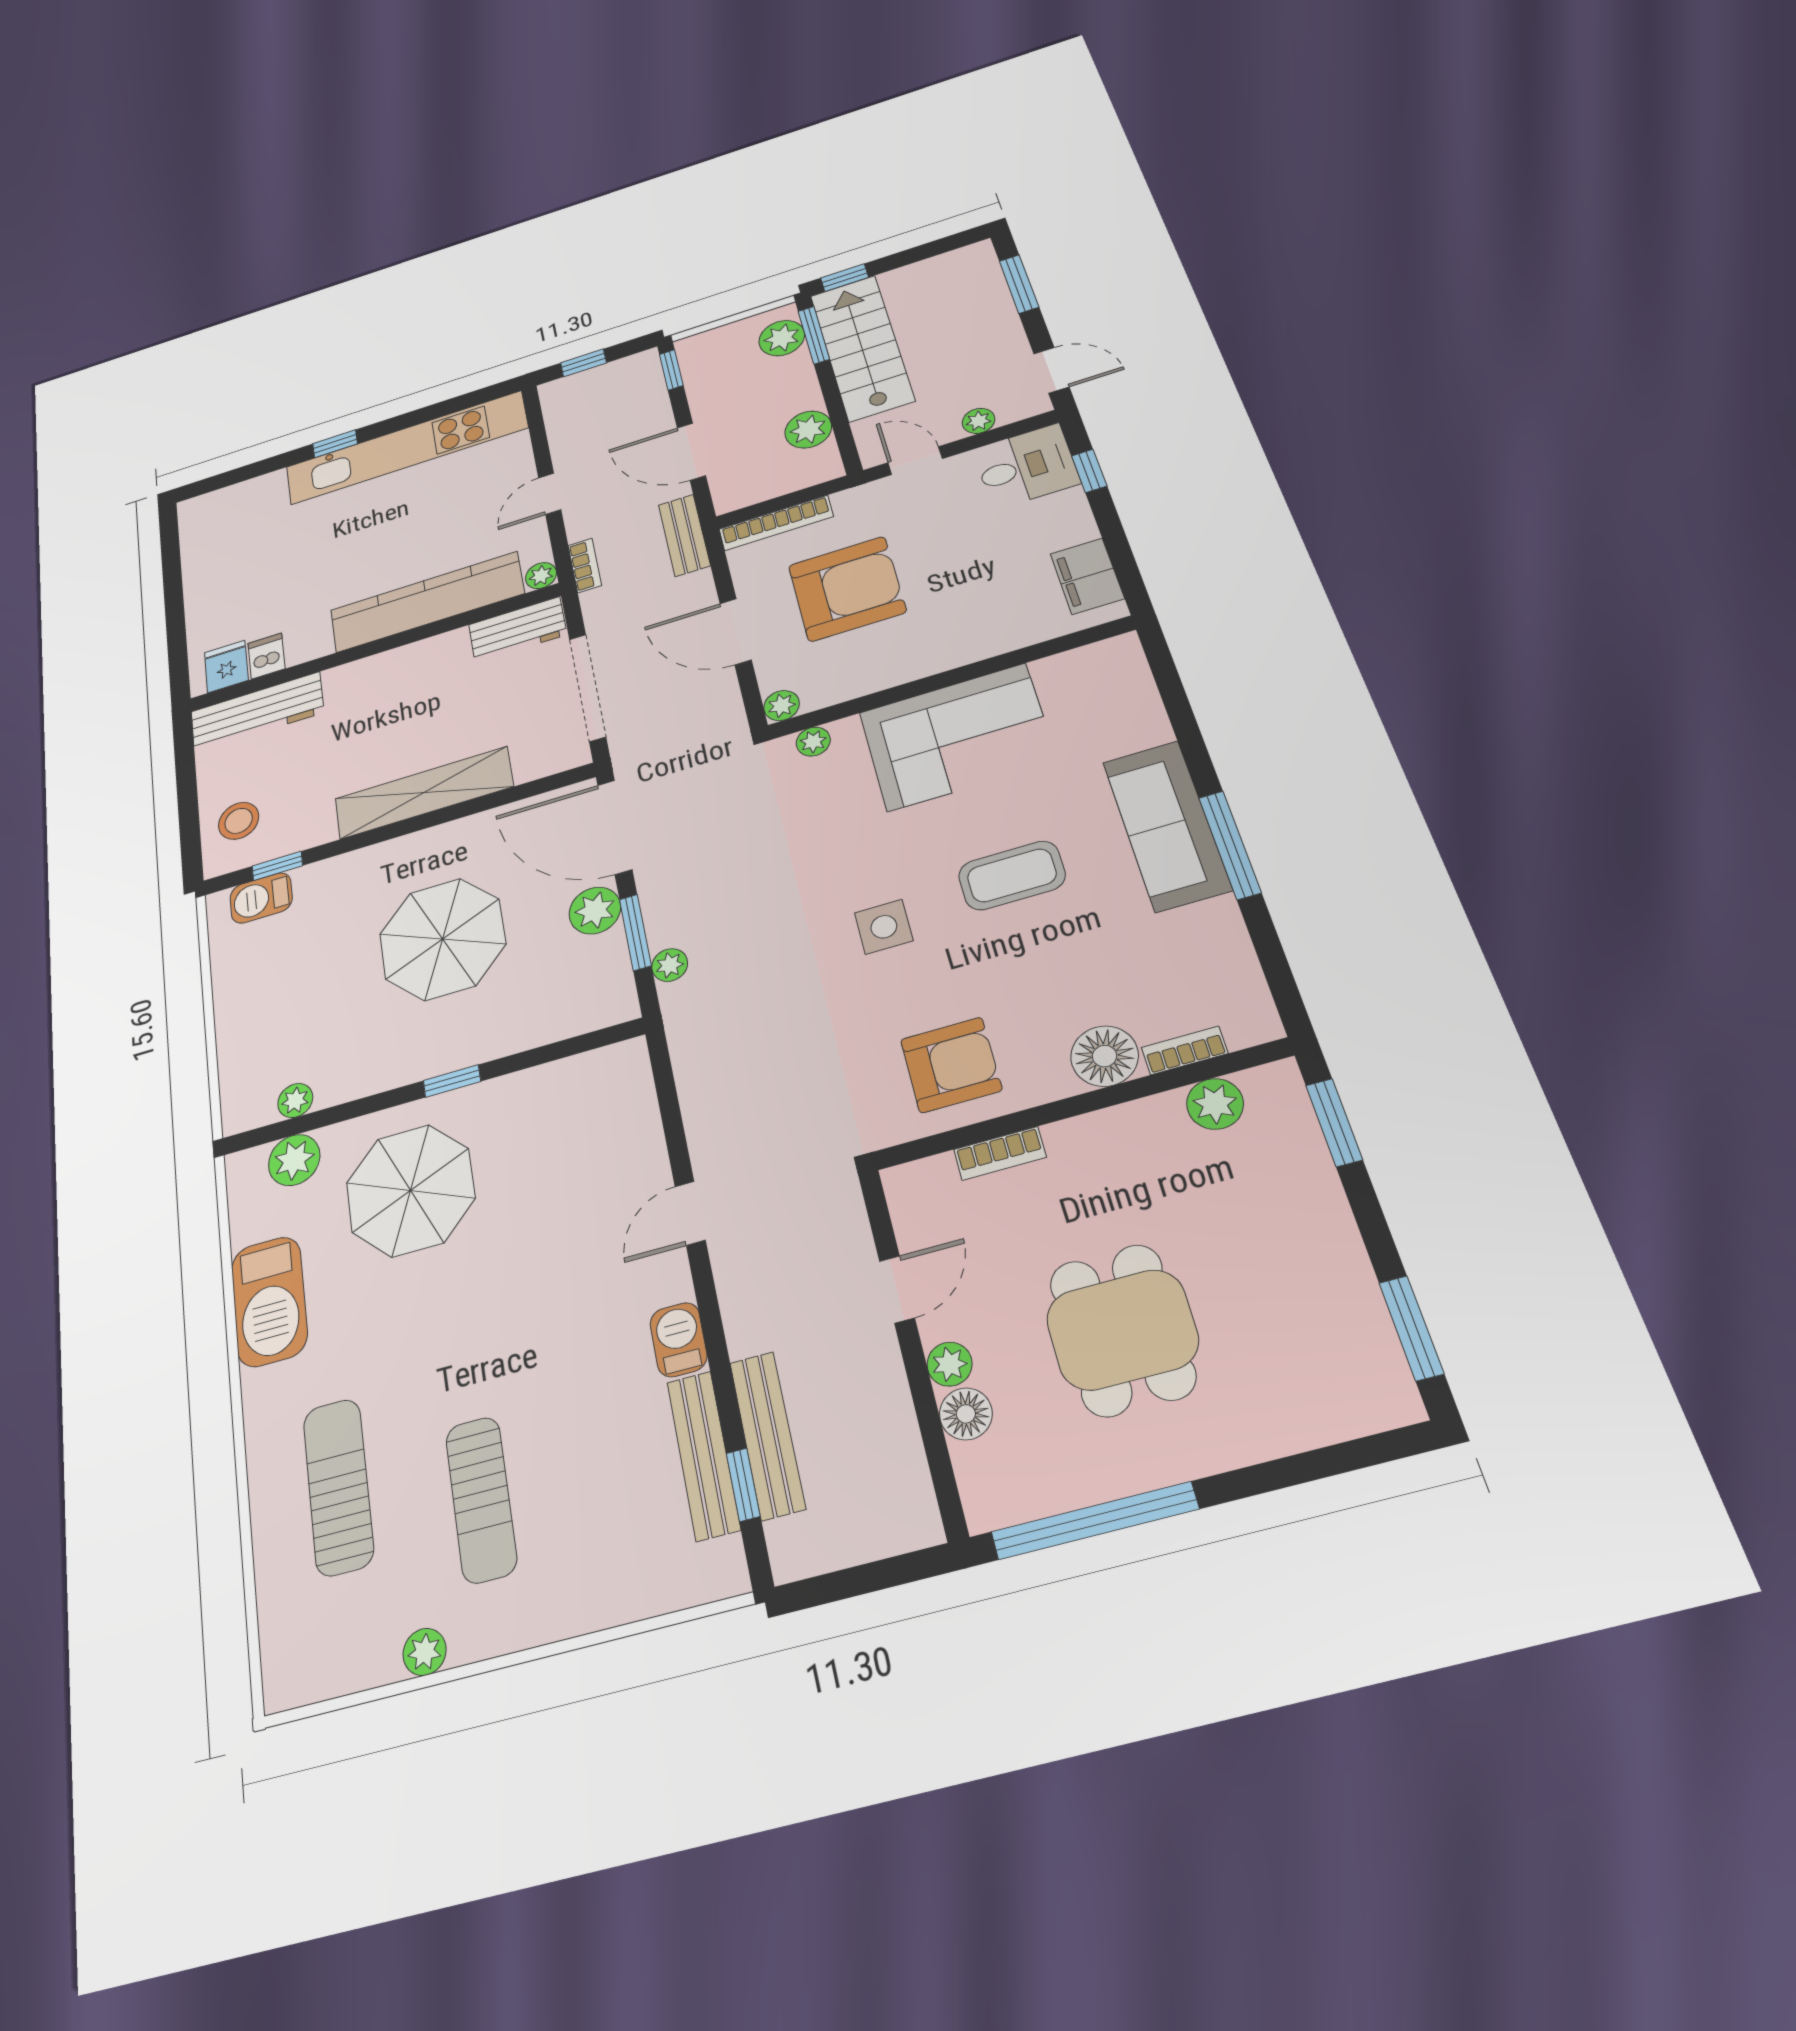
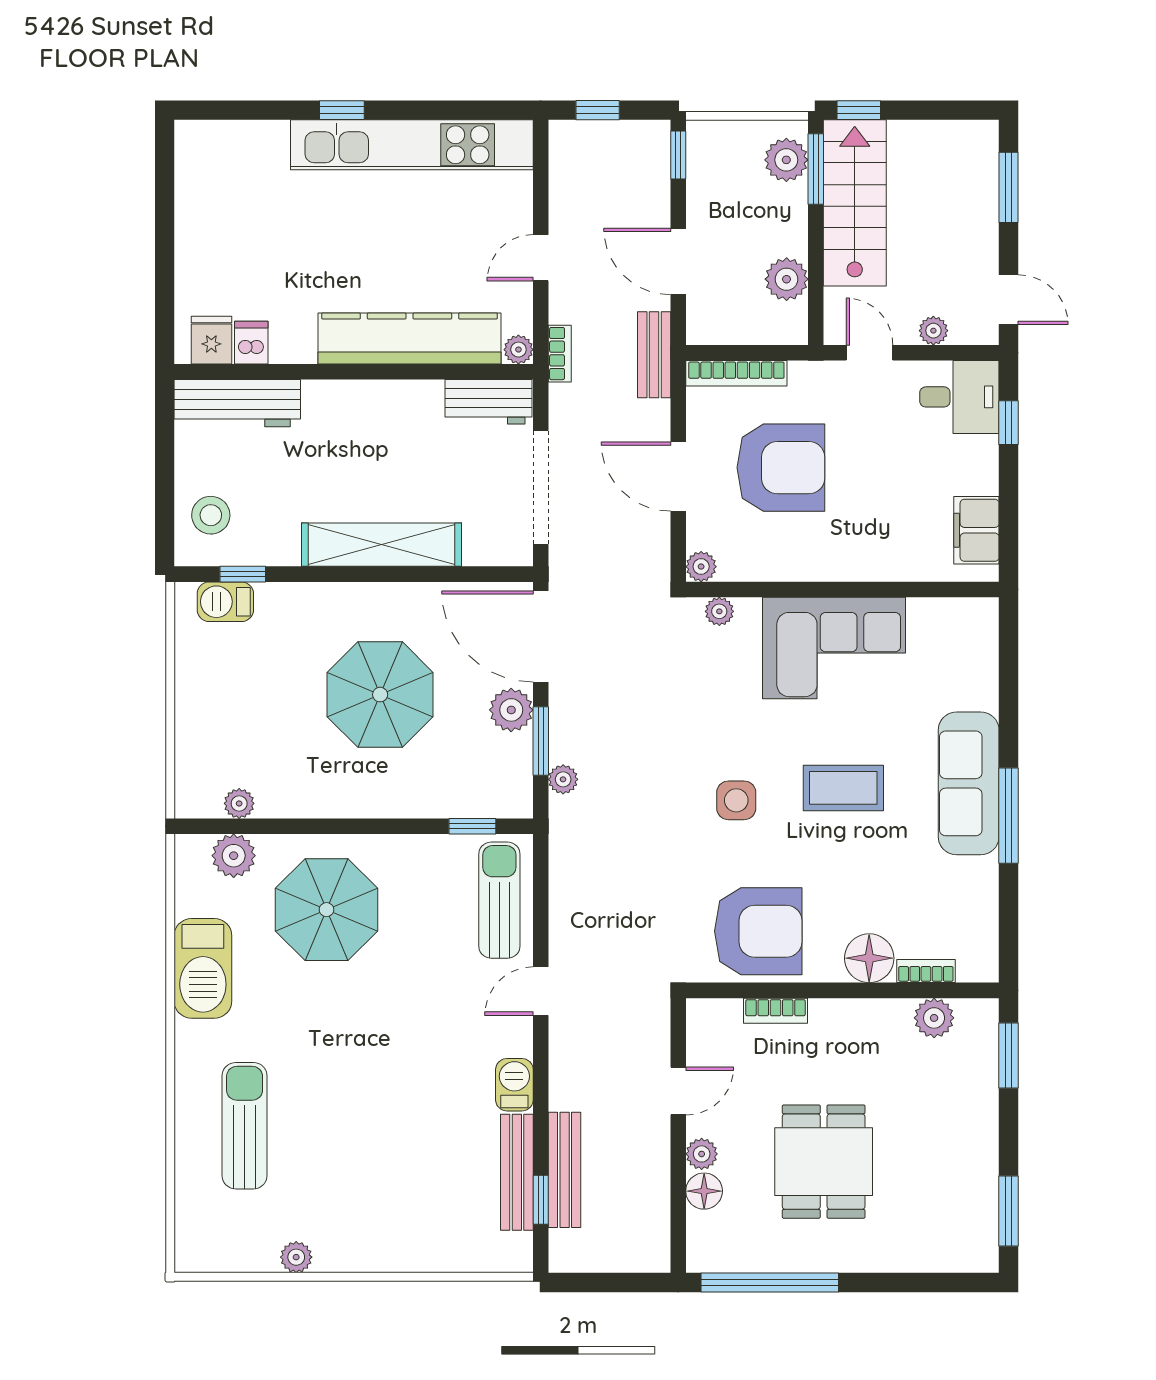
armchair: (951, 1065) -> (758, 931), width x1.36, depth x1.36
window: (452, 1081) -> (472, 826), moved
sun lounger: (481, 1499) -> (499, 900), moved, turned 180

